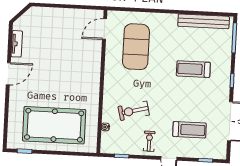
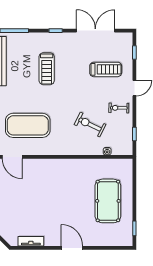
door: (8, 74) -> (72, 248), moved
exercise bike: (134, 111) -> (90, 124), turned 130
pool table: (54, 125) -> (108, 201), width x0.73, depth x0.76
treadmill: (190, 130) -> (106, 69), turned 90

